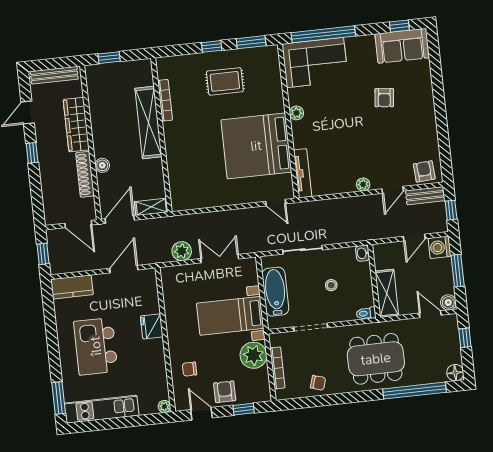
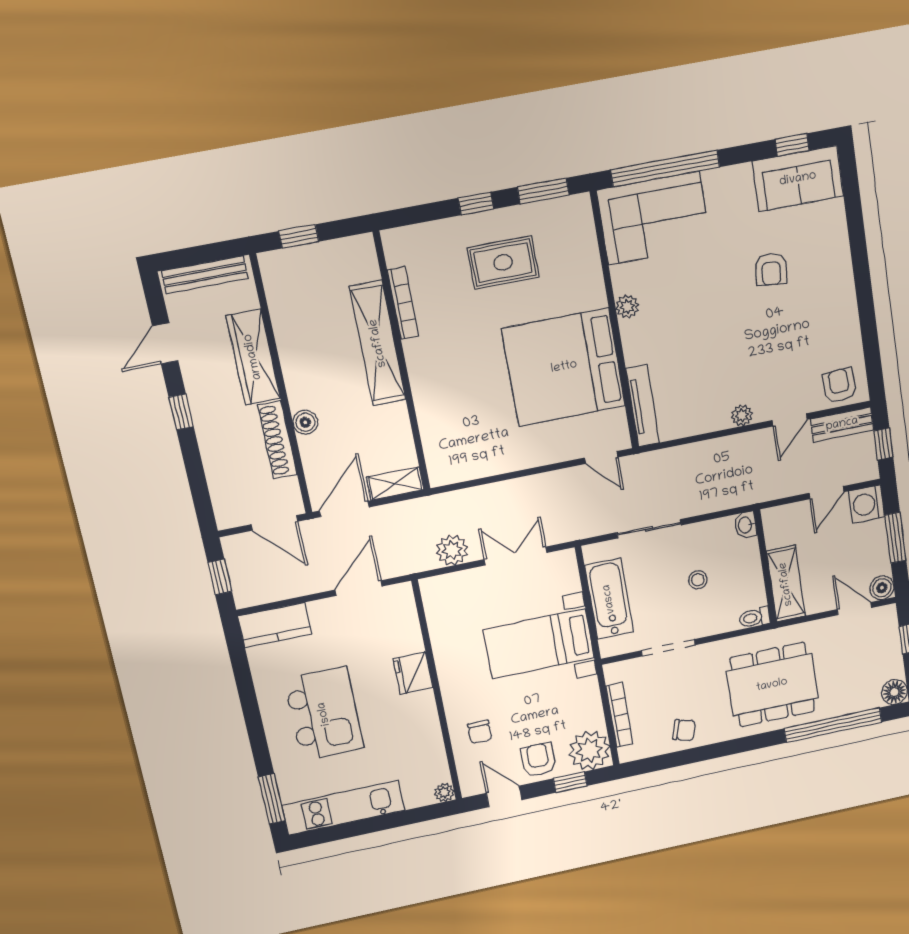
kitchen island: (96, 346) -> (324, 714), turned 180
plant: (253, 355) -> (589, 750), moved
chair: (190, 369) -> (480, 732), turned -90

